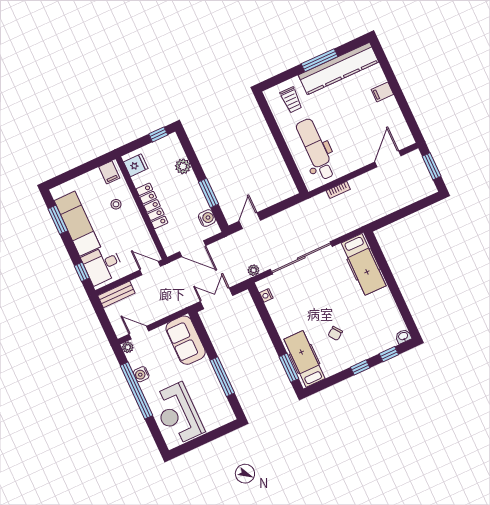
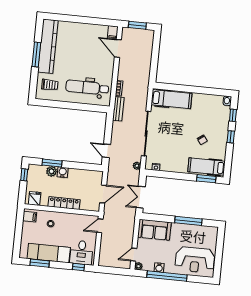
filing cabinet: (382, 92) -> (113, 32), moved
window: (209, 193) -> (52, 163), moved
water cooler: (207, 218) -> (63, 172), moved
bench: (116, 294) -> (118, 109), moved

